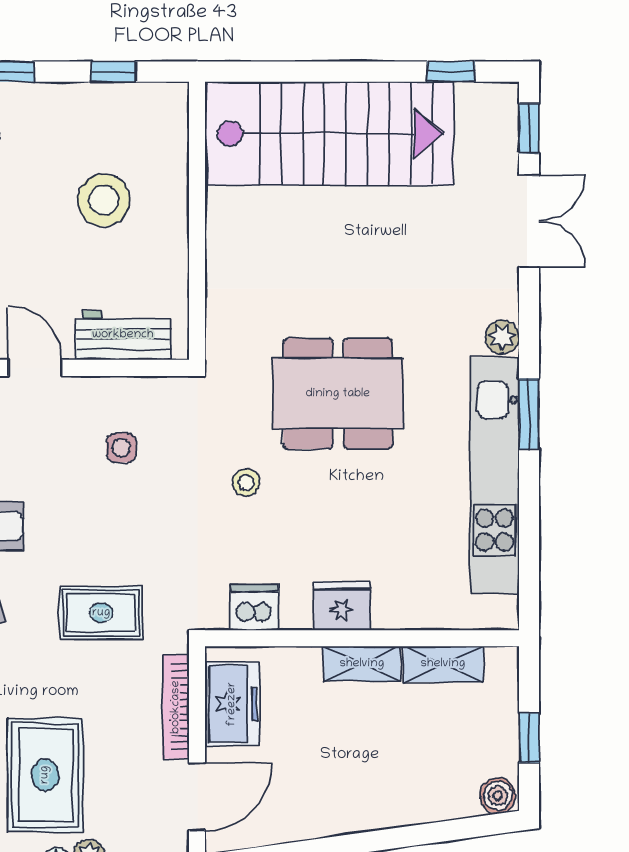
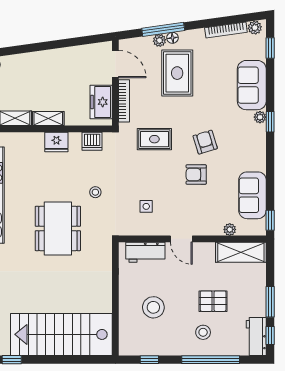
dining table: (338, 394) -> (58, 228), turned 90
door: (197, 797) -> (115, 64), swing flipped

